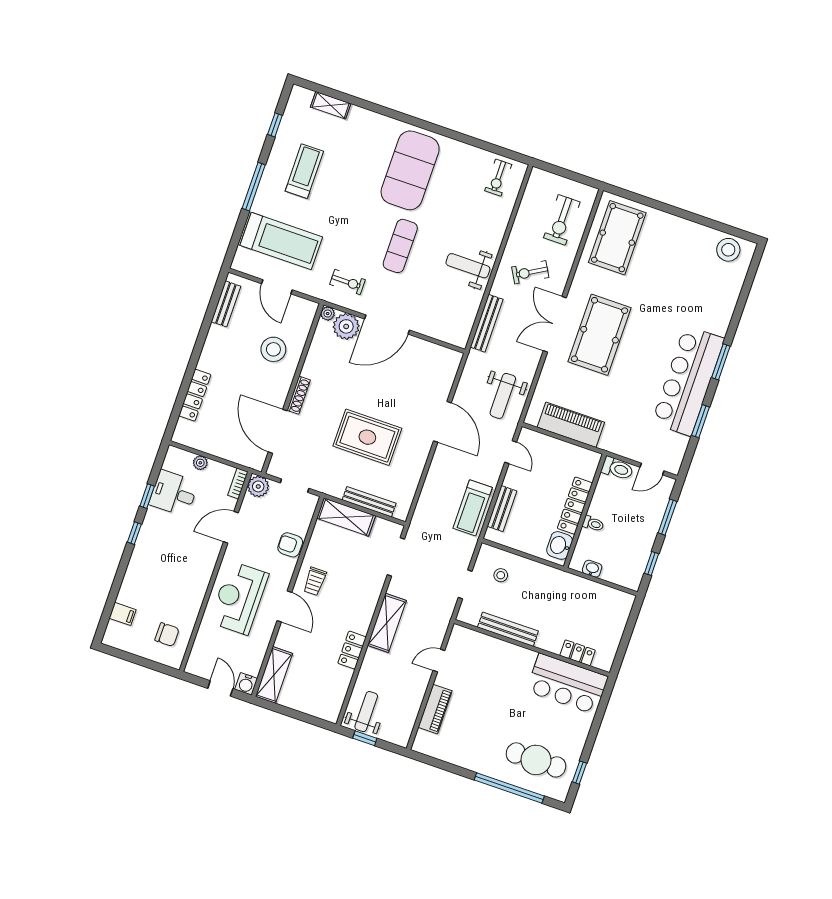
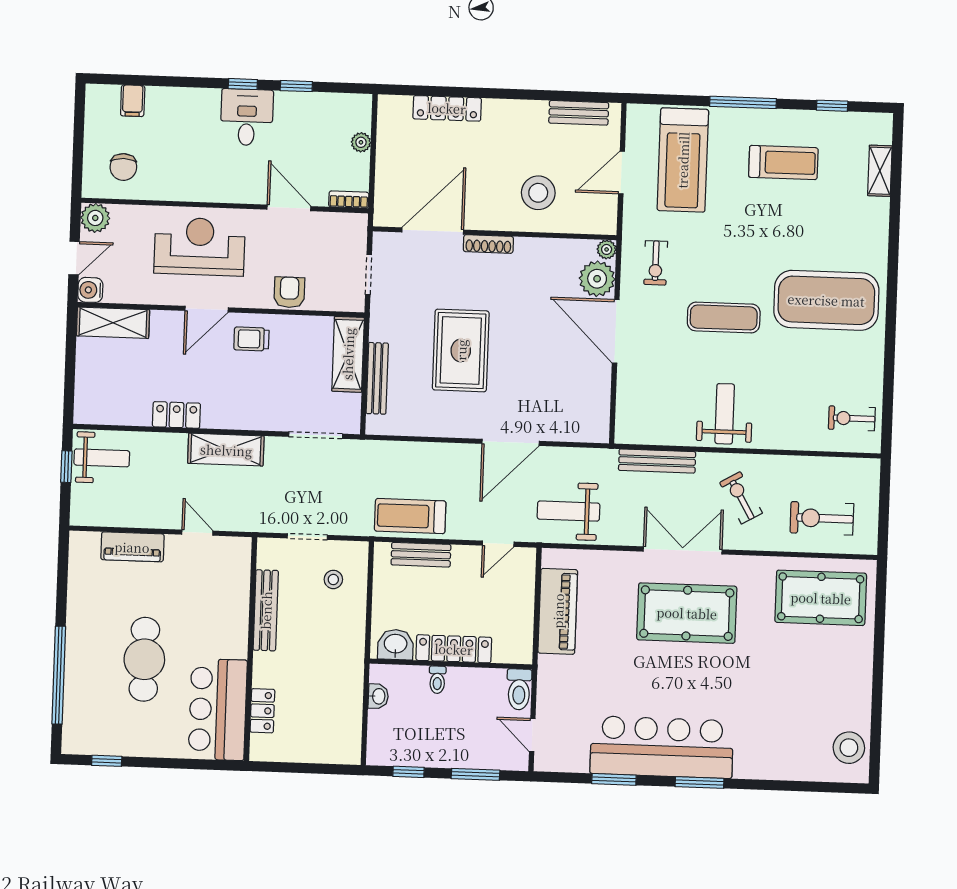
plant: (258, 486) -> (95, 218), moved
desk: (174, 493) -> (247, 117), moved
cafe table: (536, 760) -> (144, 659), moved

